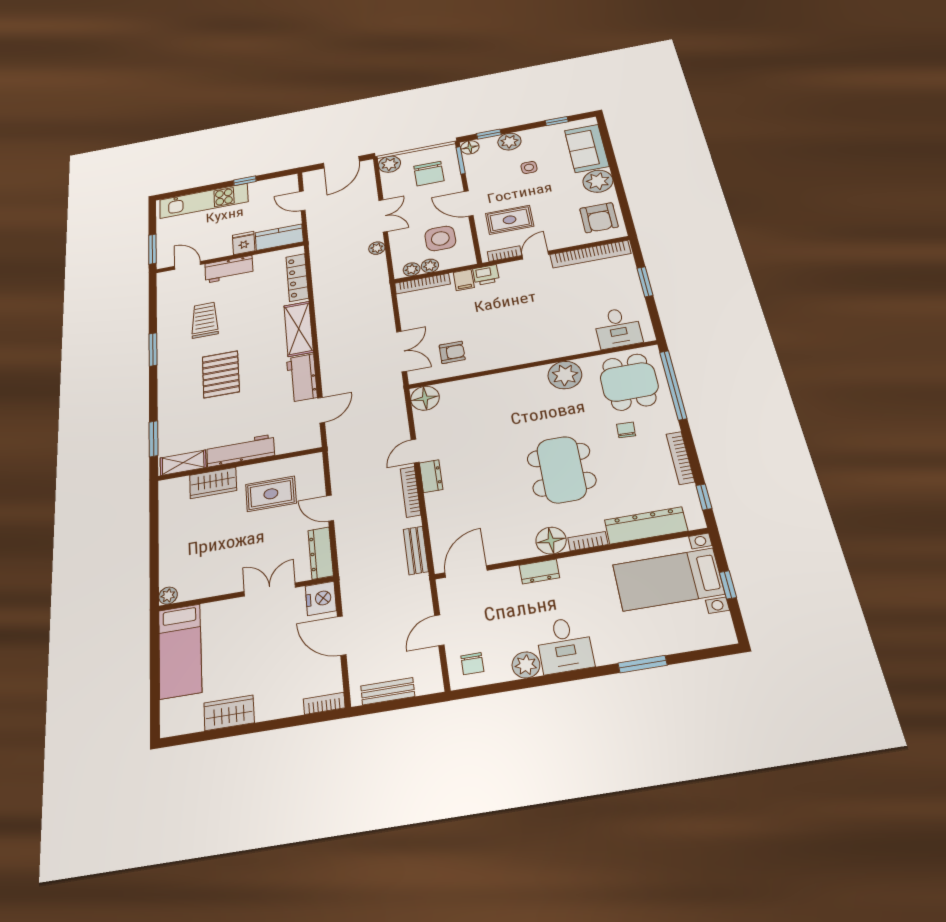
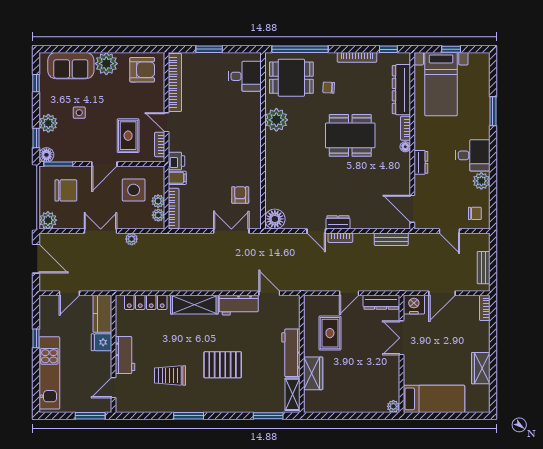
bookcase: (410, 492) -> (340, 238), width x0.64
floor lamp: (551, 541) -> (405, 147), width x0.53, depth x0.53

